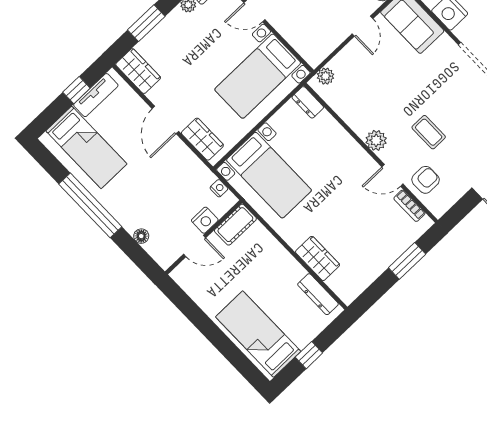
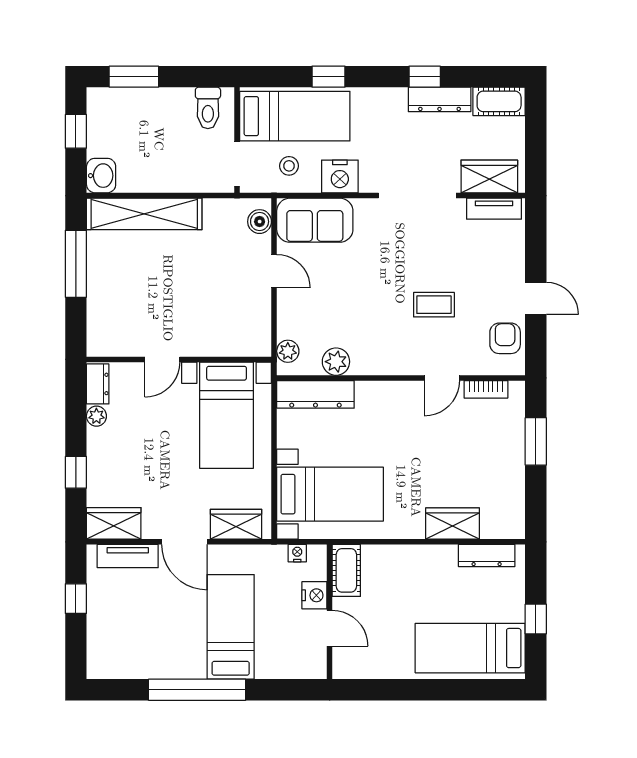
window: (146, 23) -> (76, 472), width x0.67
tv unit: (96, 95) -> (128, 556), moved, turned 90
dresser: (308, 102) -> (315, 394), width x1.96, depth x1.24
plant: (376, 140) -> (336, 362), moved
bed: (86, 147) -> (231, 627), moved, turned -90
armchair: (426, 180) -> (505, 338), moved
floor lamp: (141, 236) -> (272, 670), removed
door: (195, 246) -> (330, 628), hinge flipped

